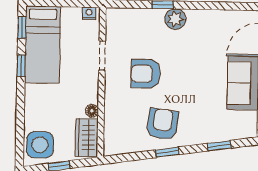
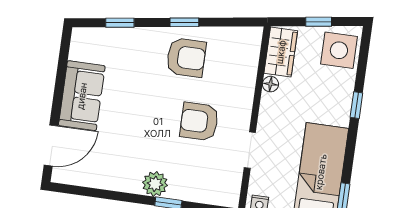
window: (21, 66) -> (356, 105), moved
armchair: (146, 74) -> (199, 122), turned 180
armchair: (163, 124) -> (186, 58), turned -97

